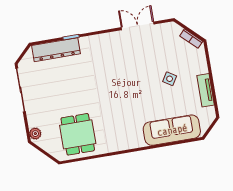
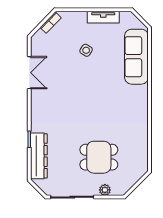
double door: (138, 26) -> (29, 73), swing flipped
plant: (35, 134) -> (105, 190), moved
dining table: (78, 134) -> (99, 157), moved

